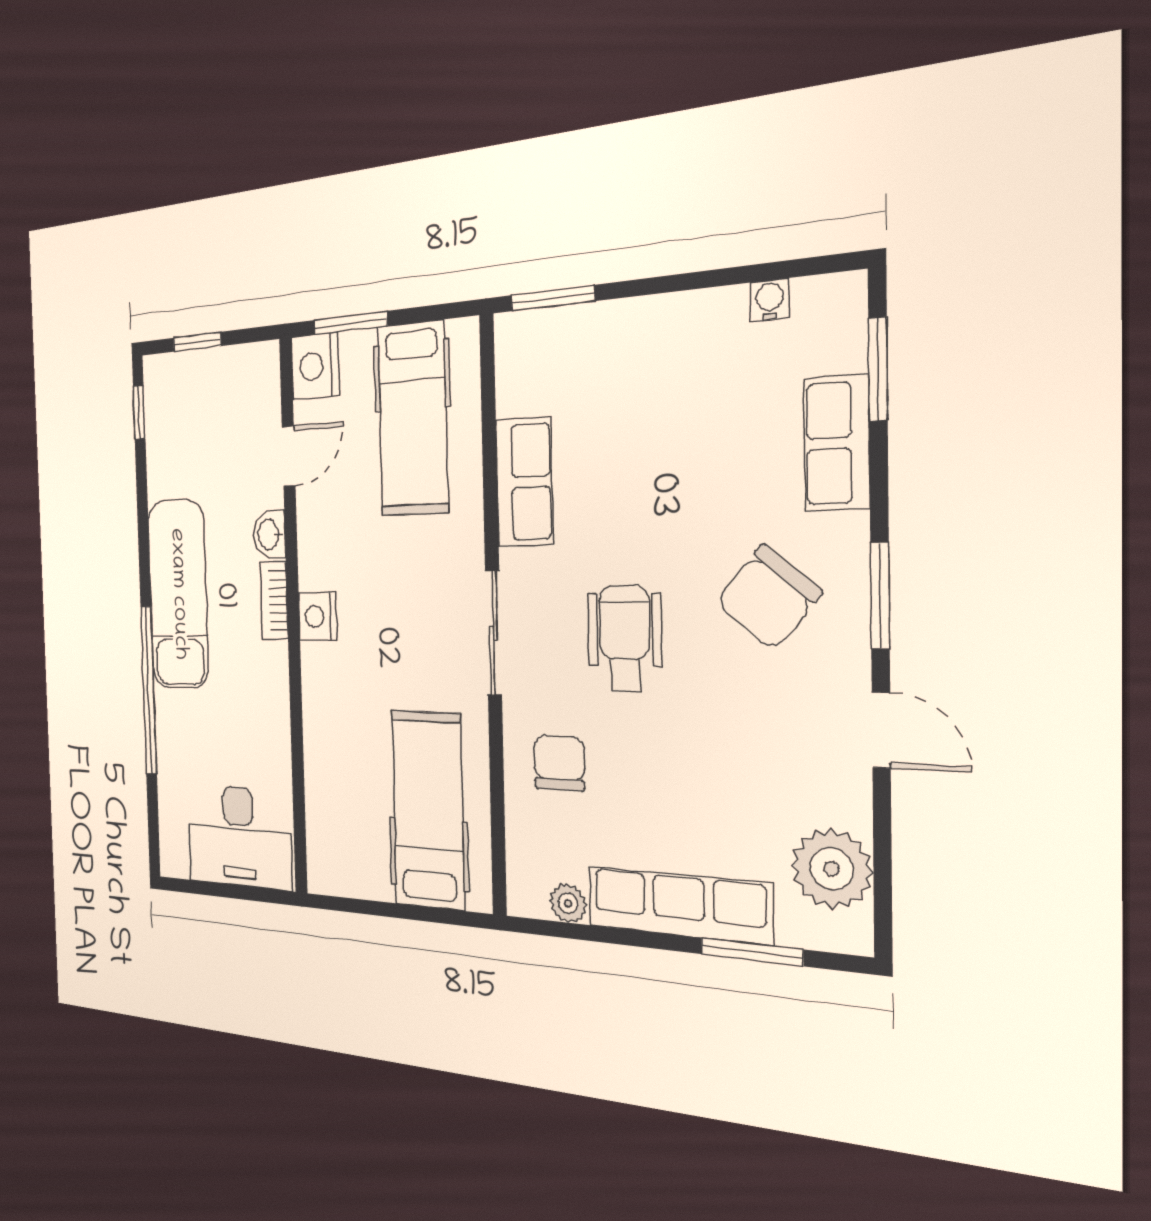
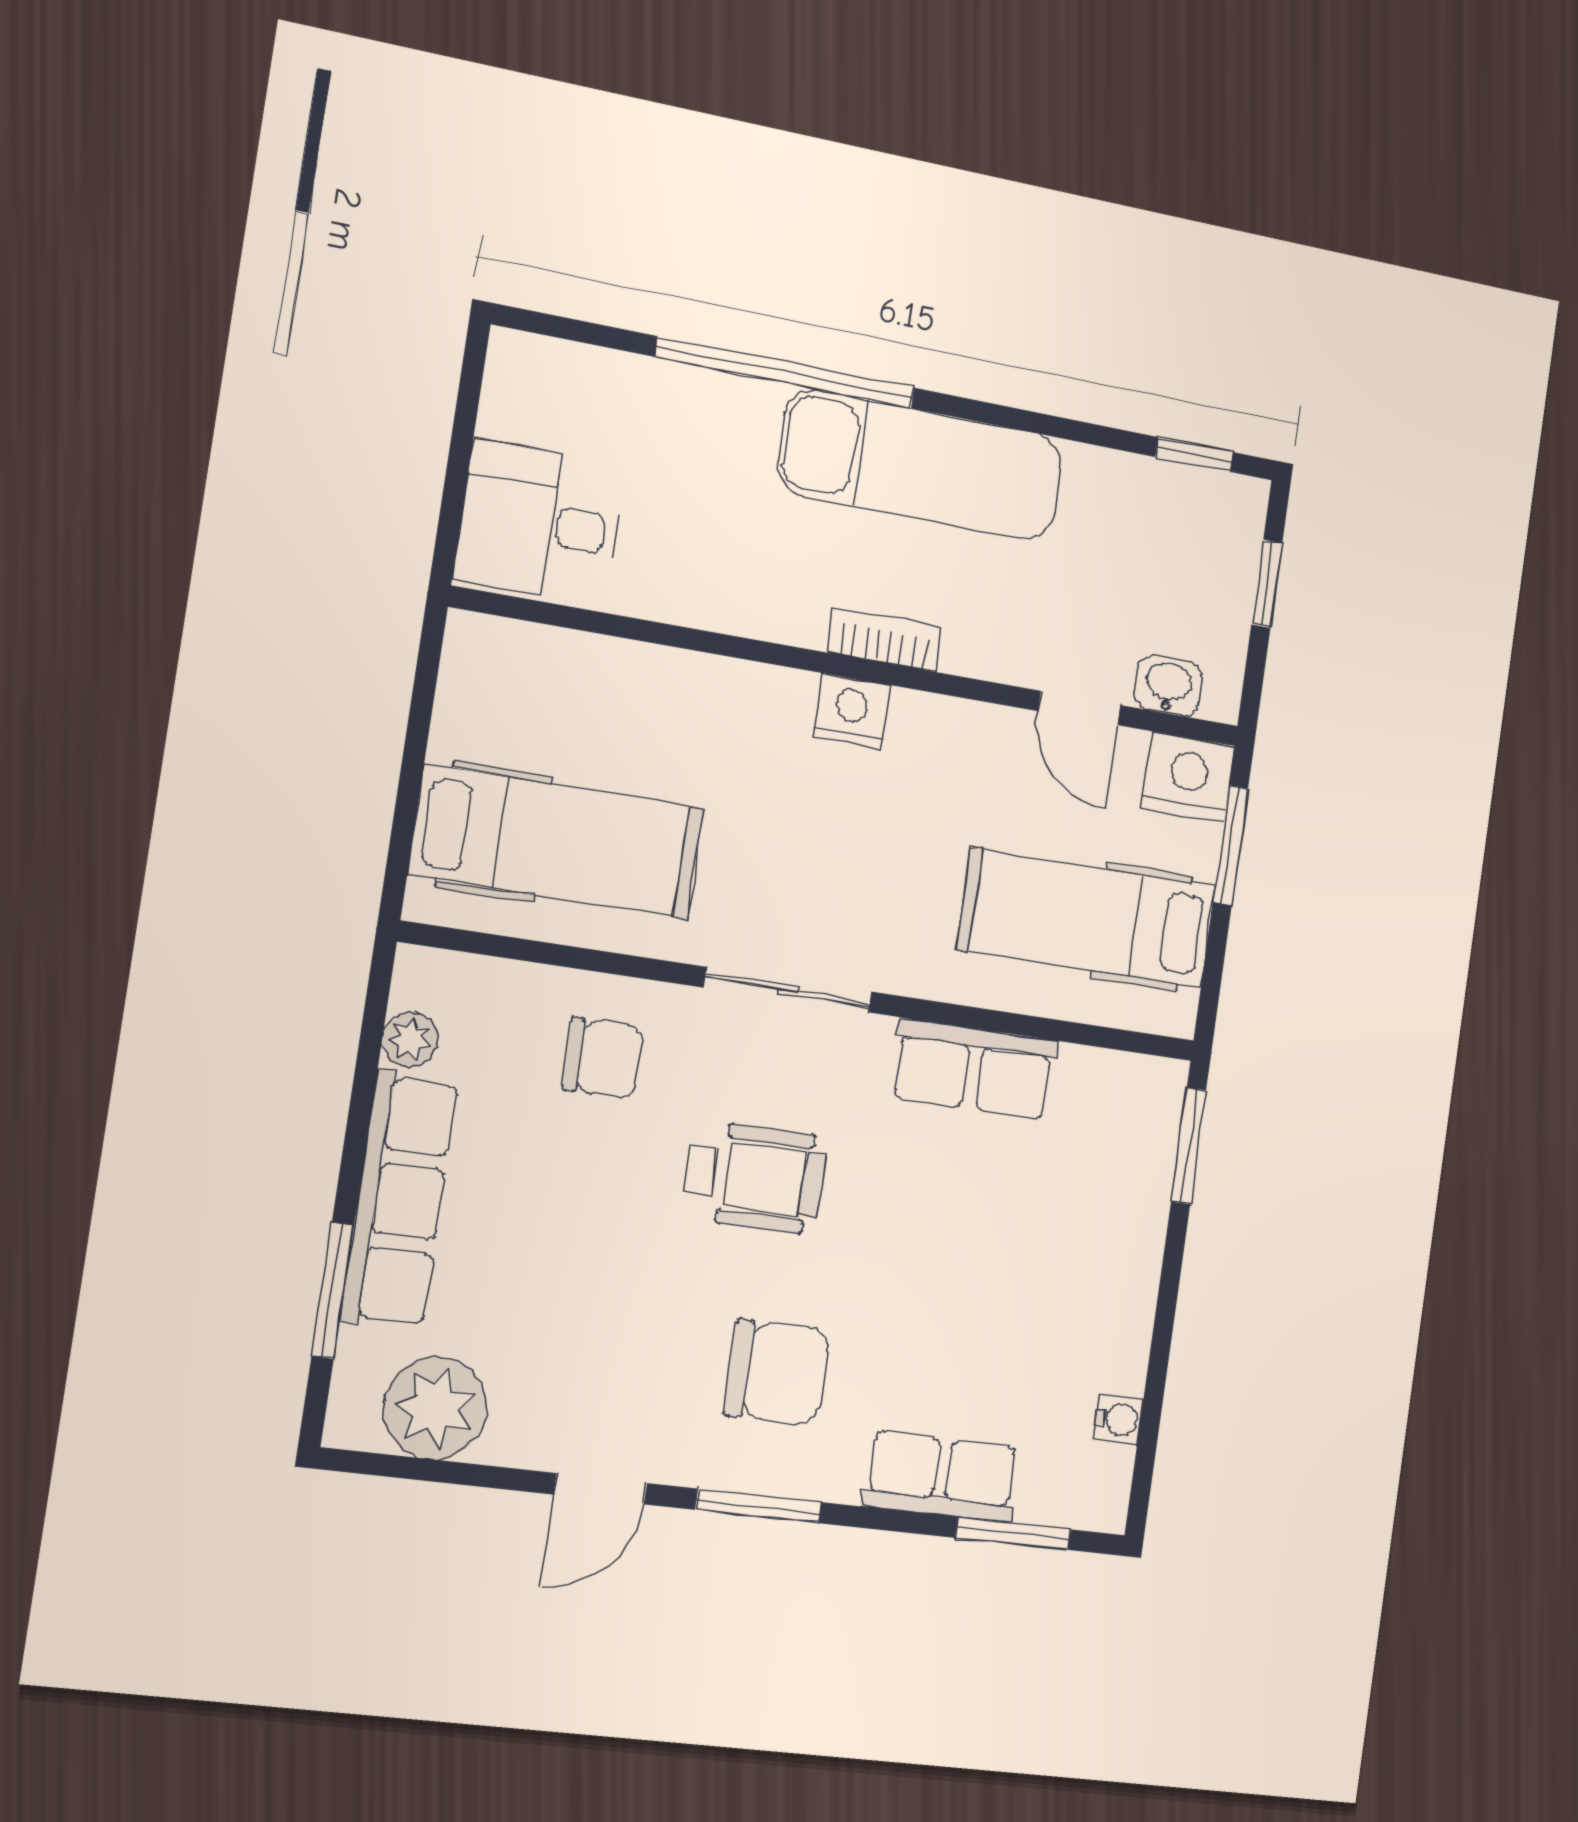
washbasin: (269, 535) -> (1168, 686), moved
chair: (768, 597) -> (777, 1372), turned 140
desk: (239, 837) -> (539, 523), width x0.73

